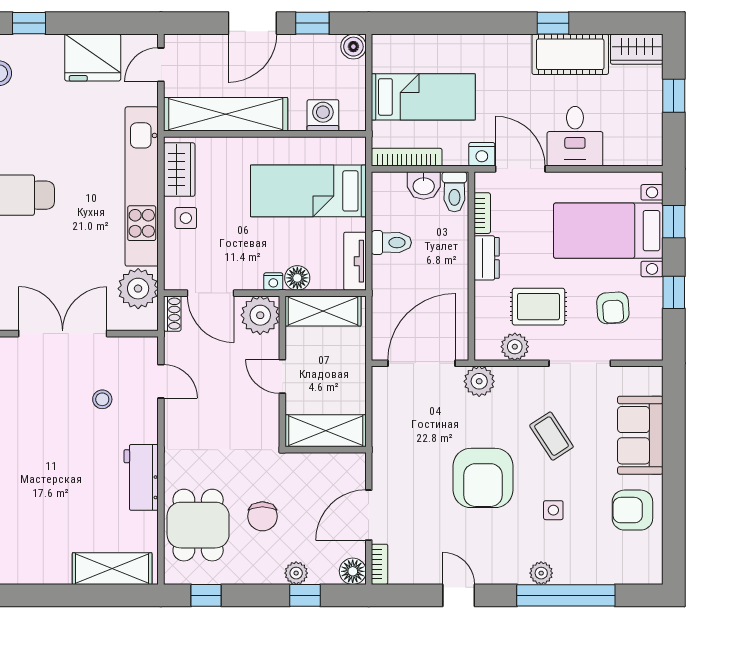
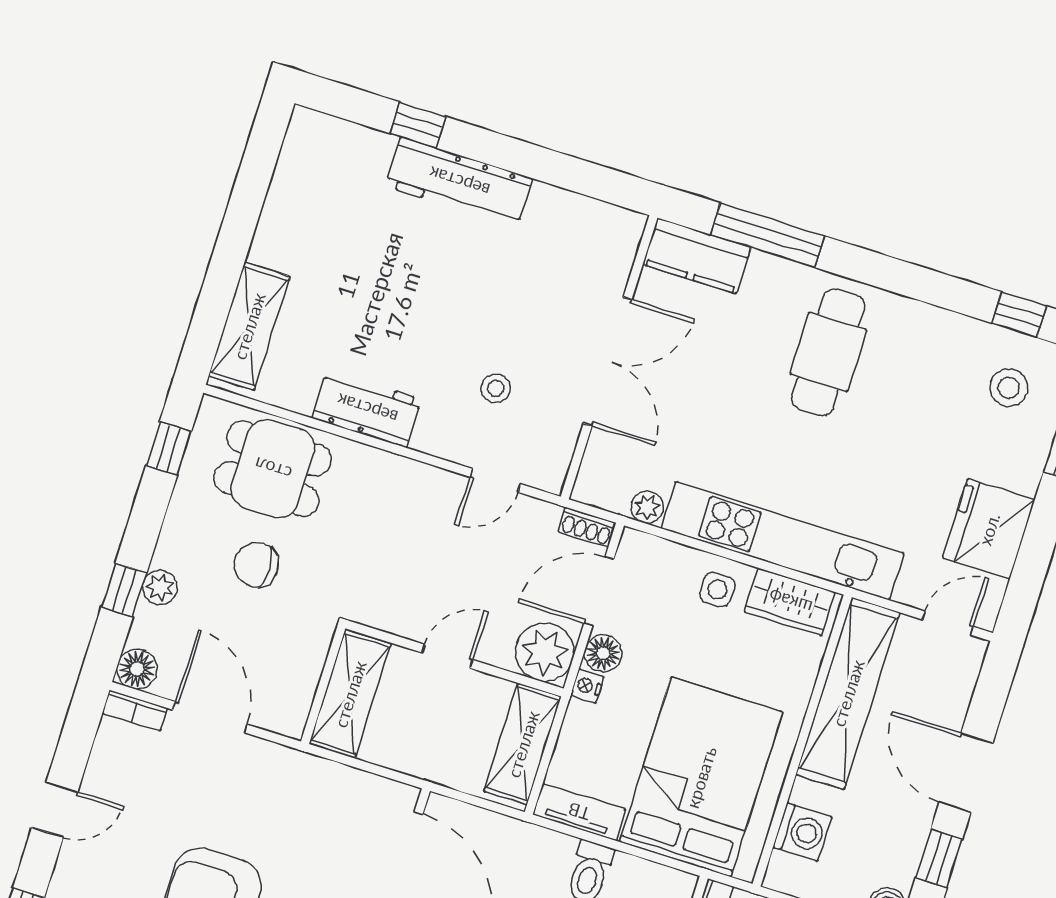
door: (161, 65) -> (948, 623), hinge flipped
bed: (308, 191) -> (701, 777), width x1.50
floor lamp: (297, 278) -> (603, 653), moved
plant: (138, 289) -> (647, 507), width x0.53, depth x0.53

